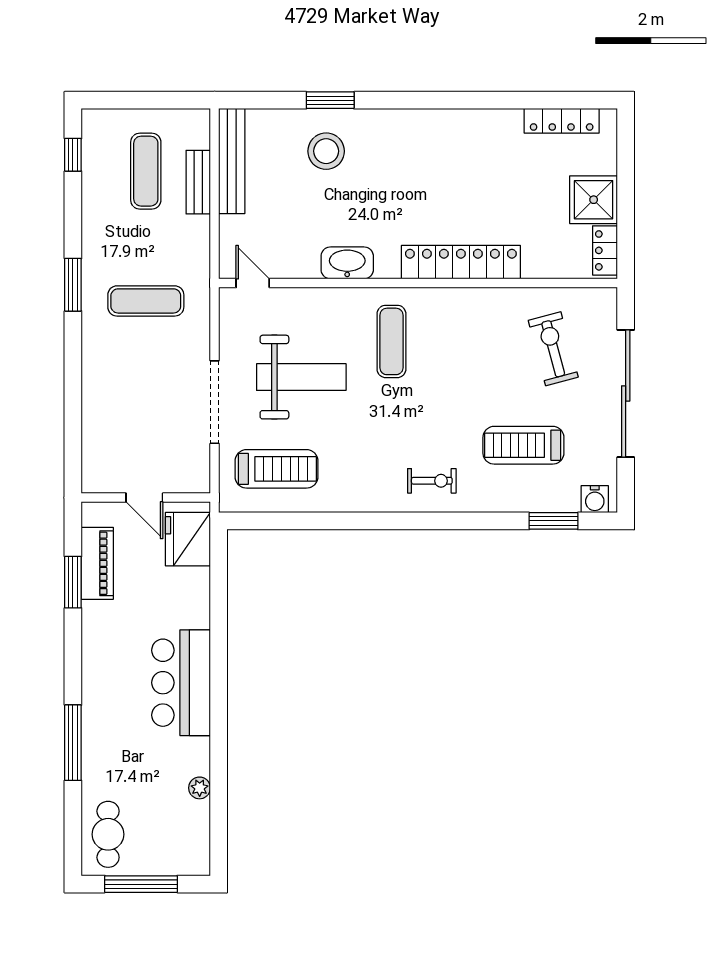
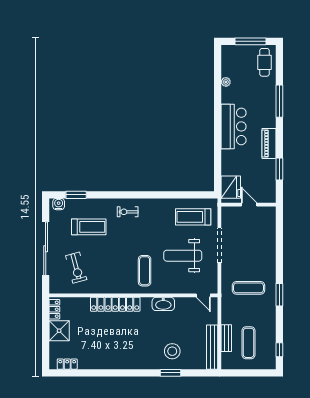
locker: (562, 121) -> (67, 364), width x0.66
piano: (97, 563) -> (269, 143), moved

